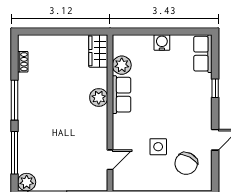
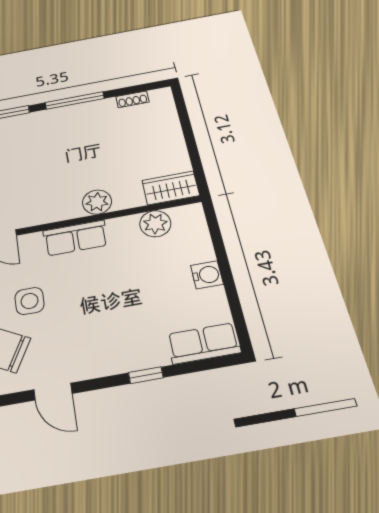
row of seats: (122, 95) -> (75, 238), moved

